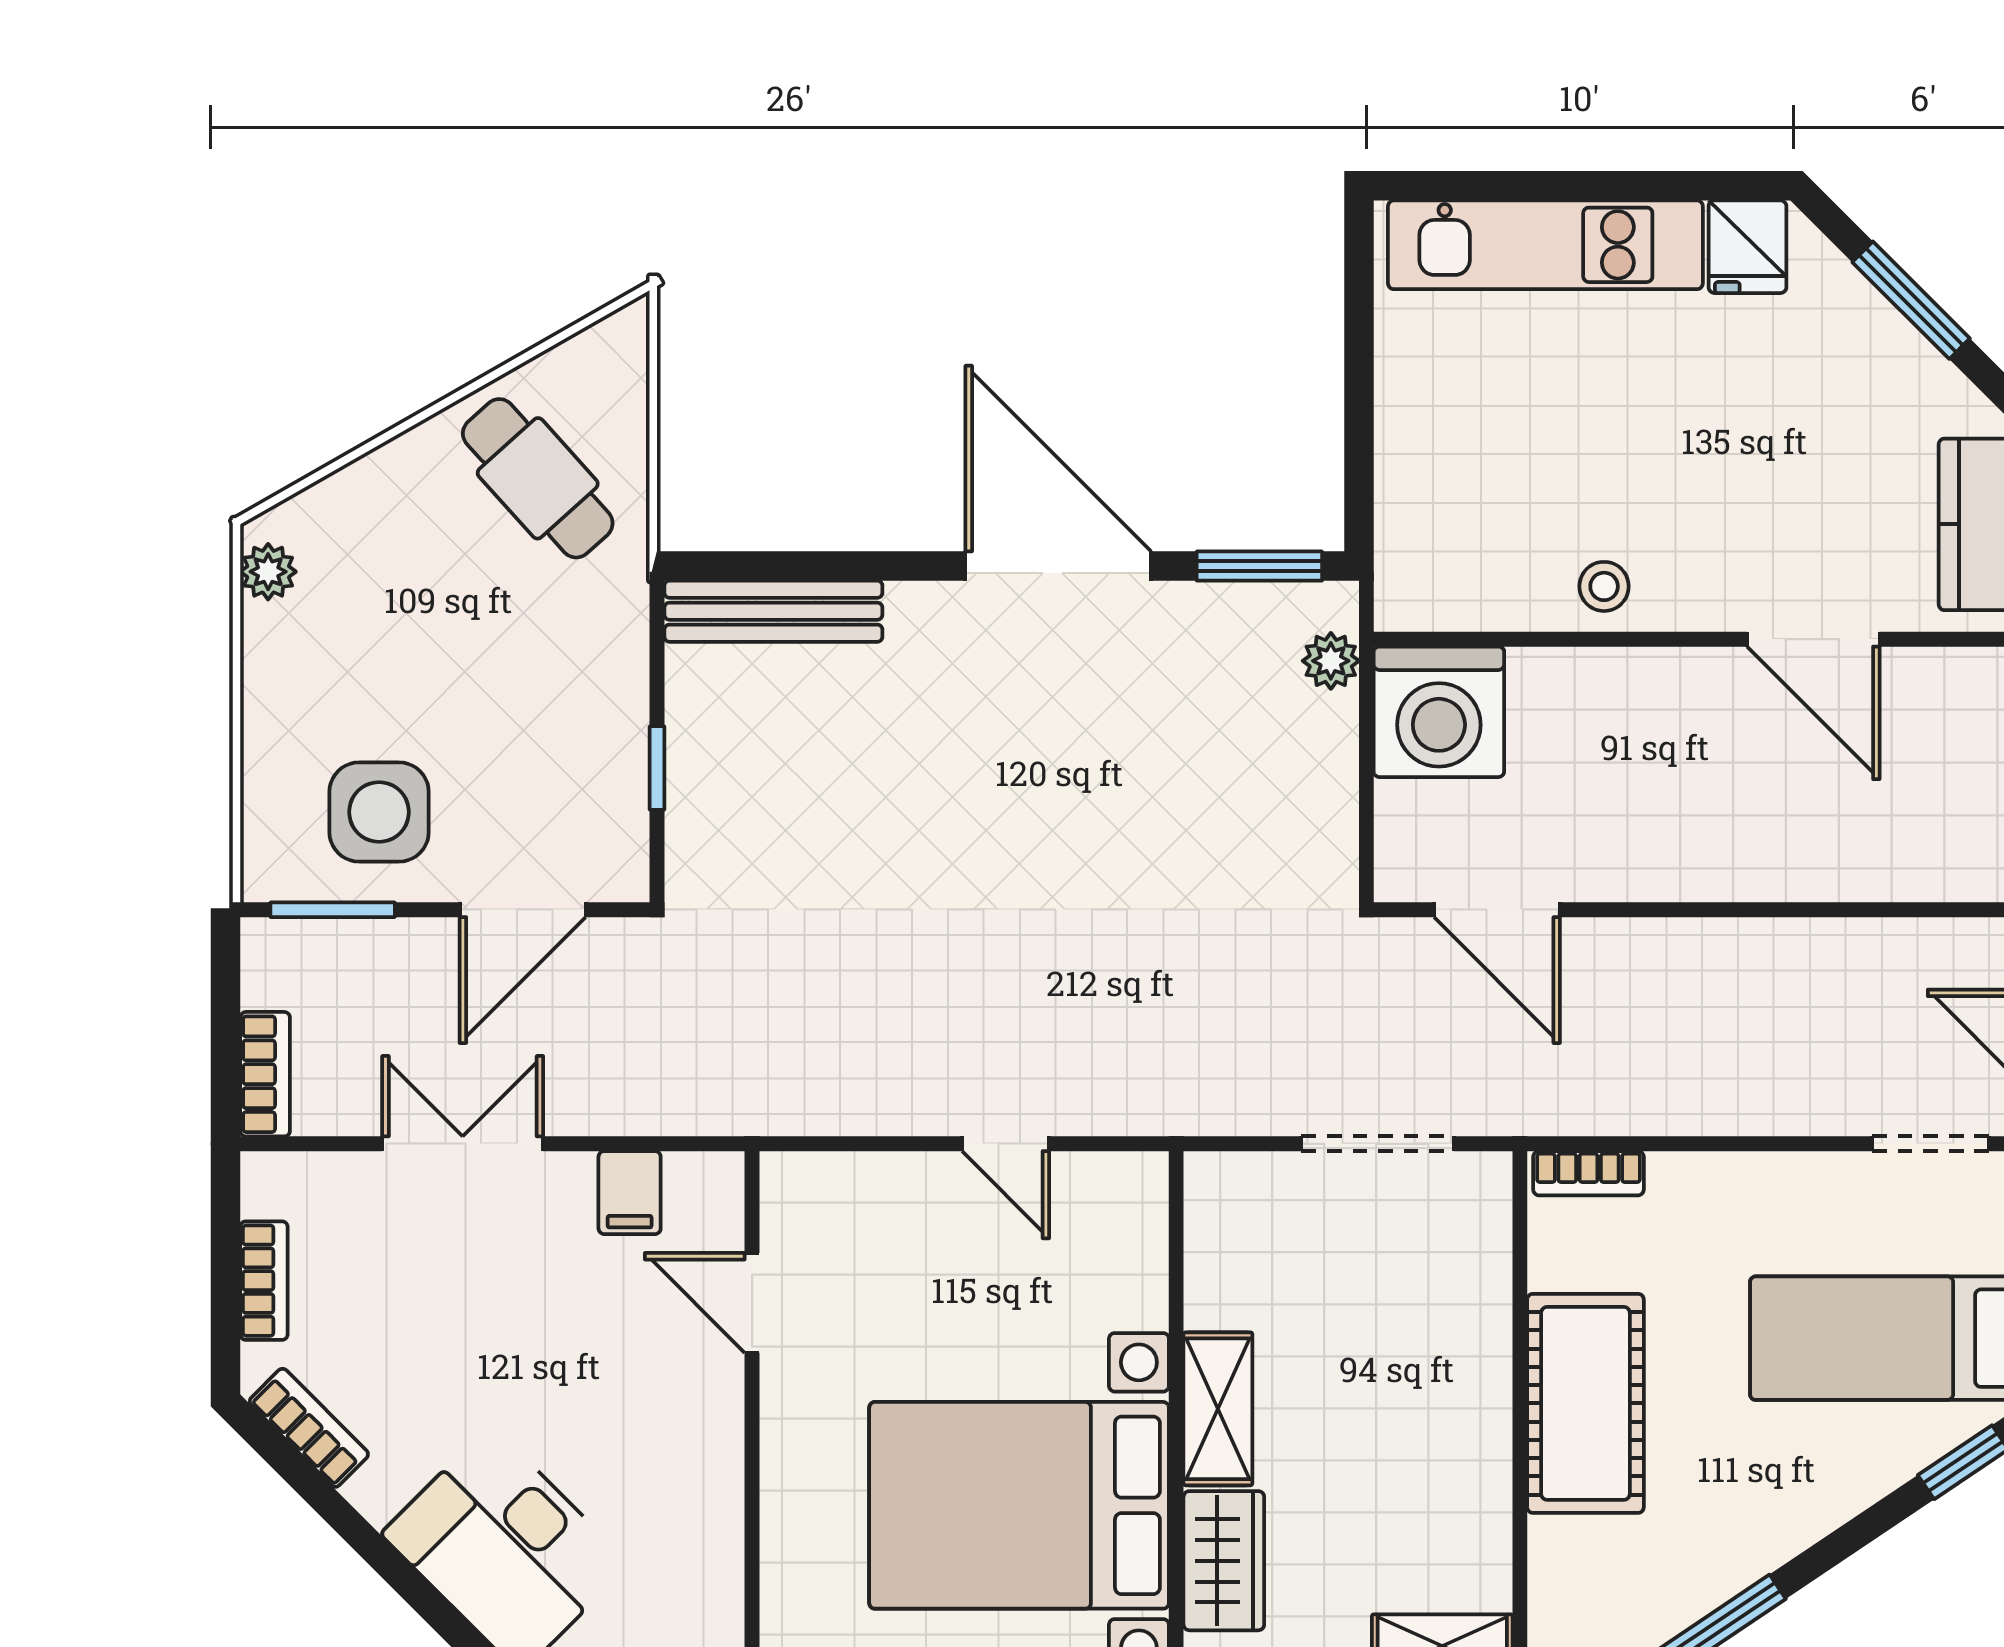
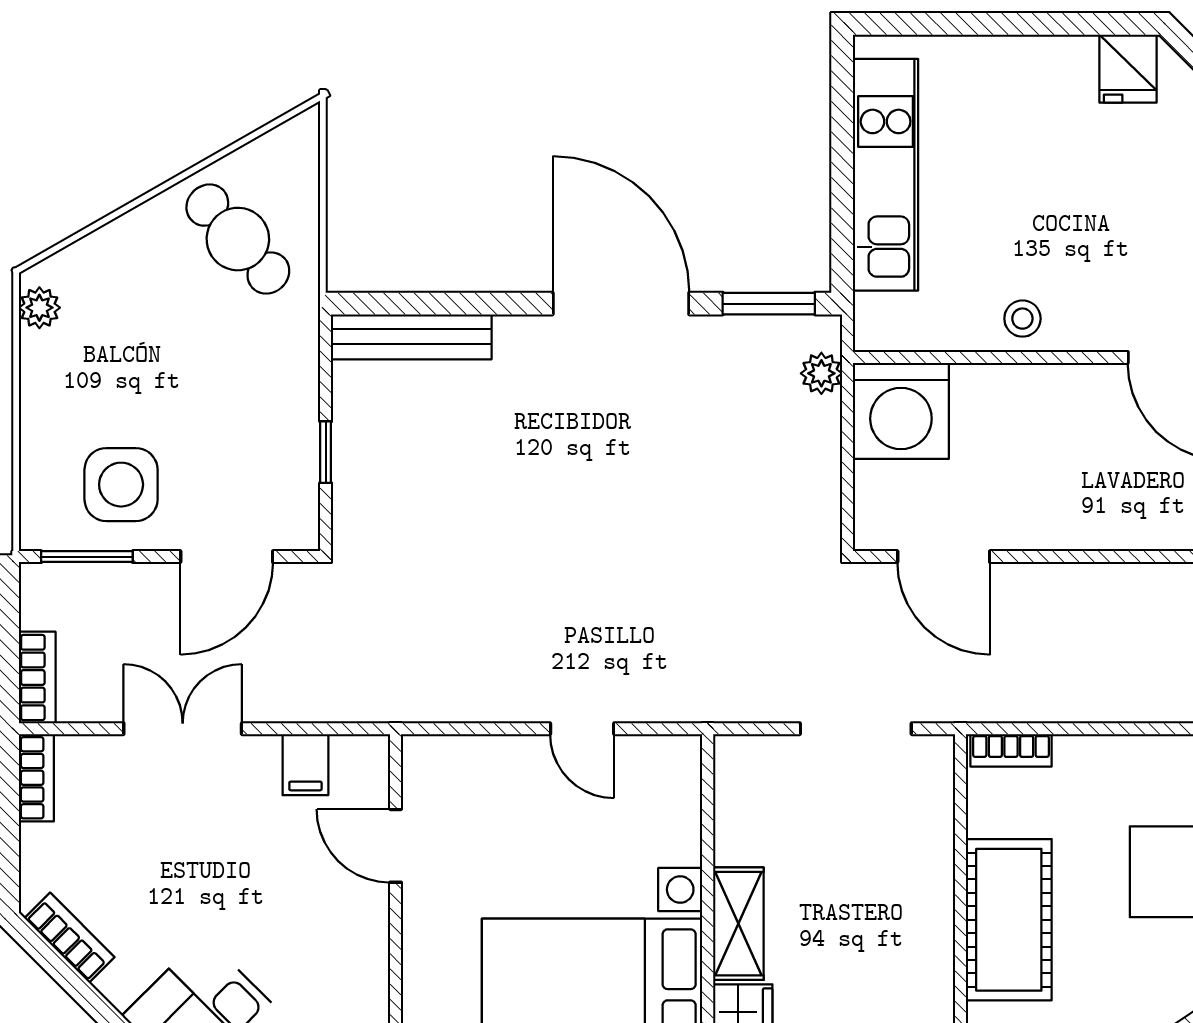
kitchen unit: (1545, 245) -> (886, 175), moved, turned -90
bookcase: (264, 1281) -> (36, 778), moved

